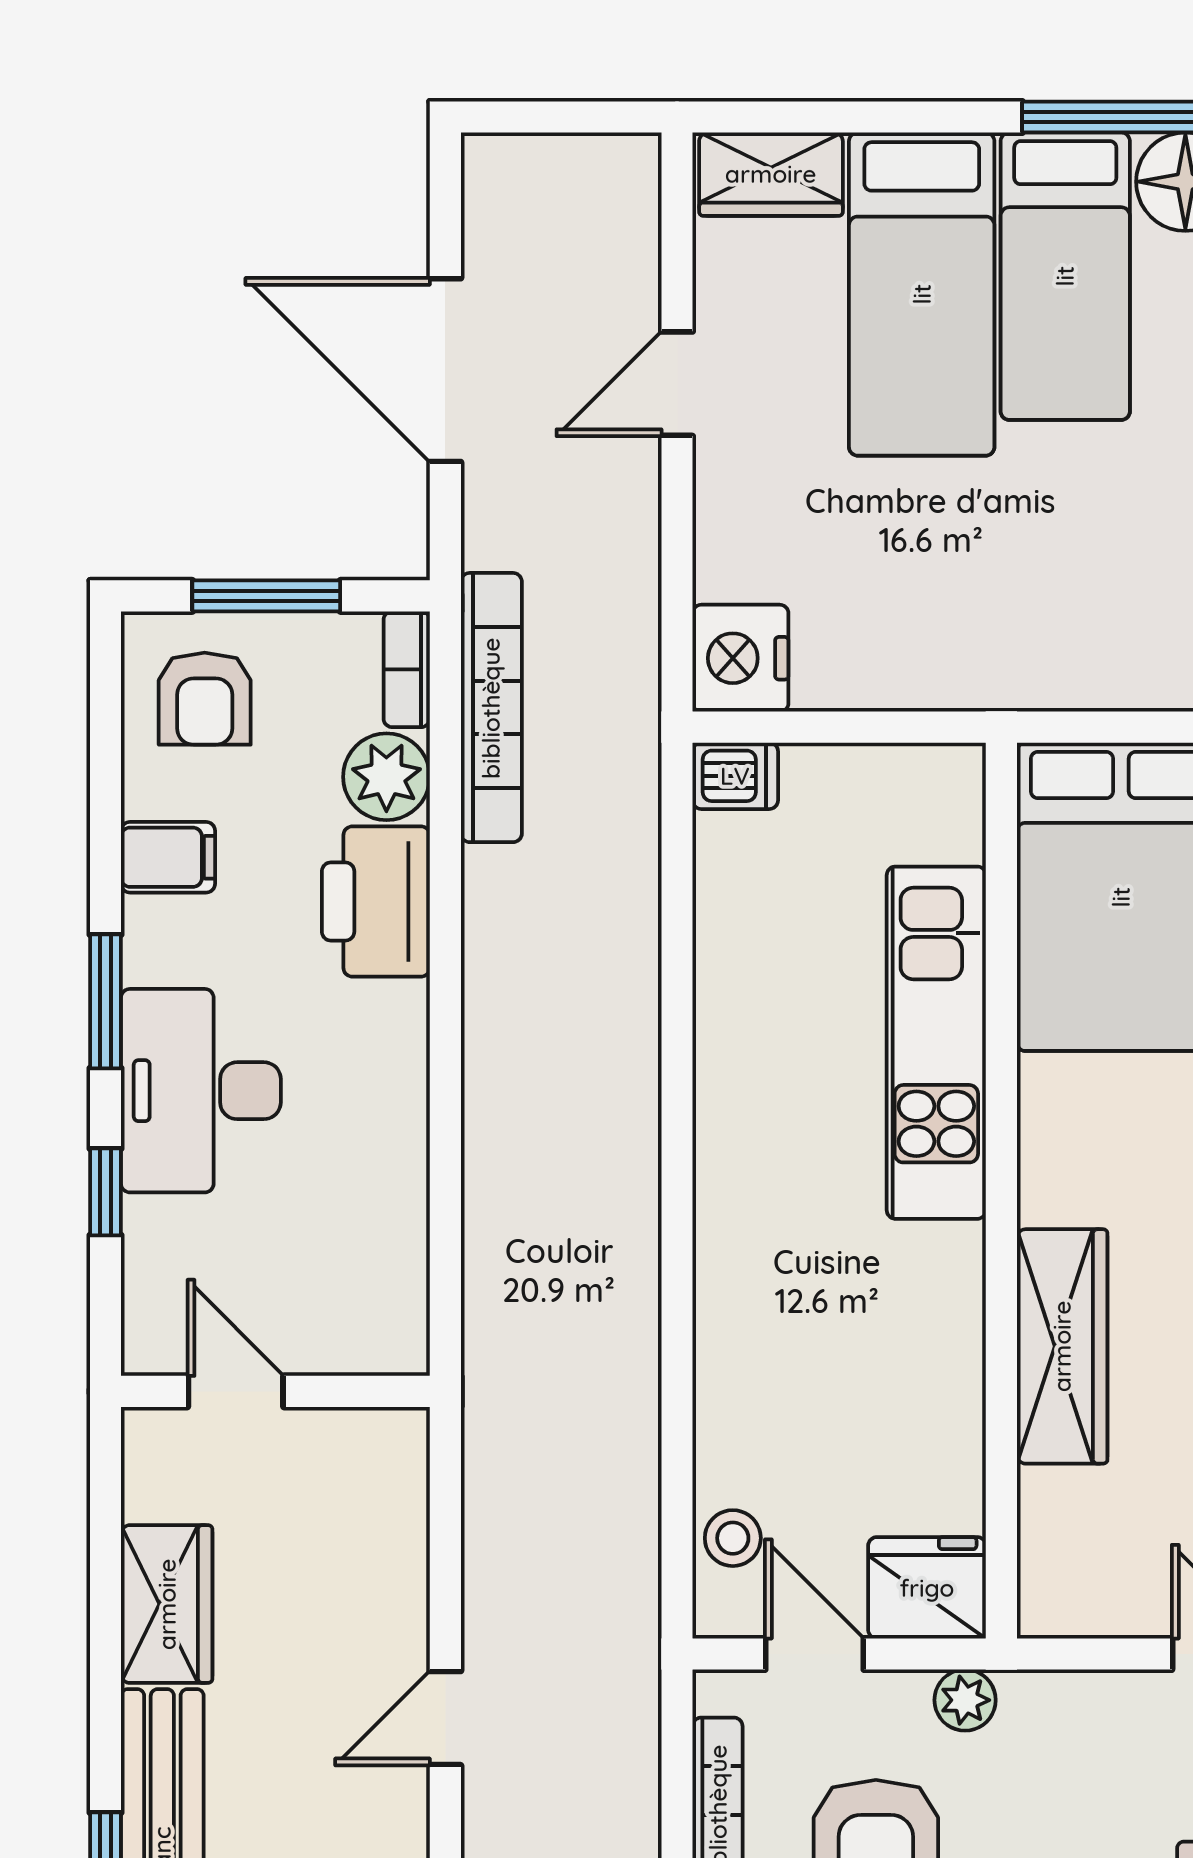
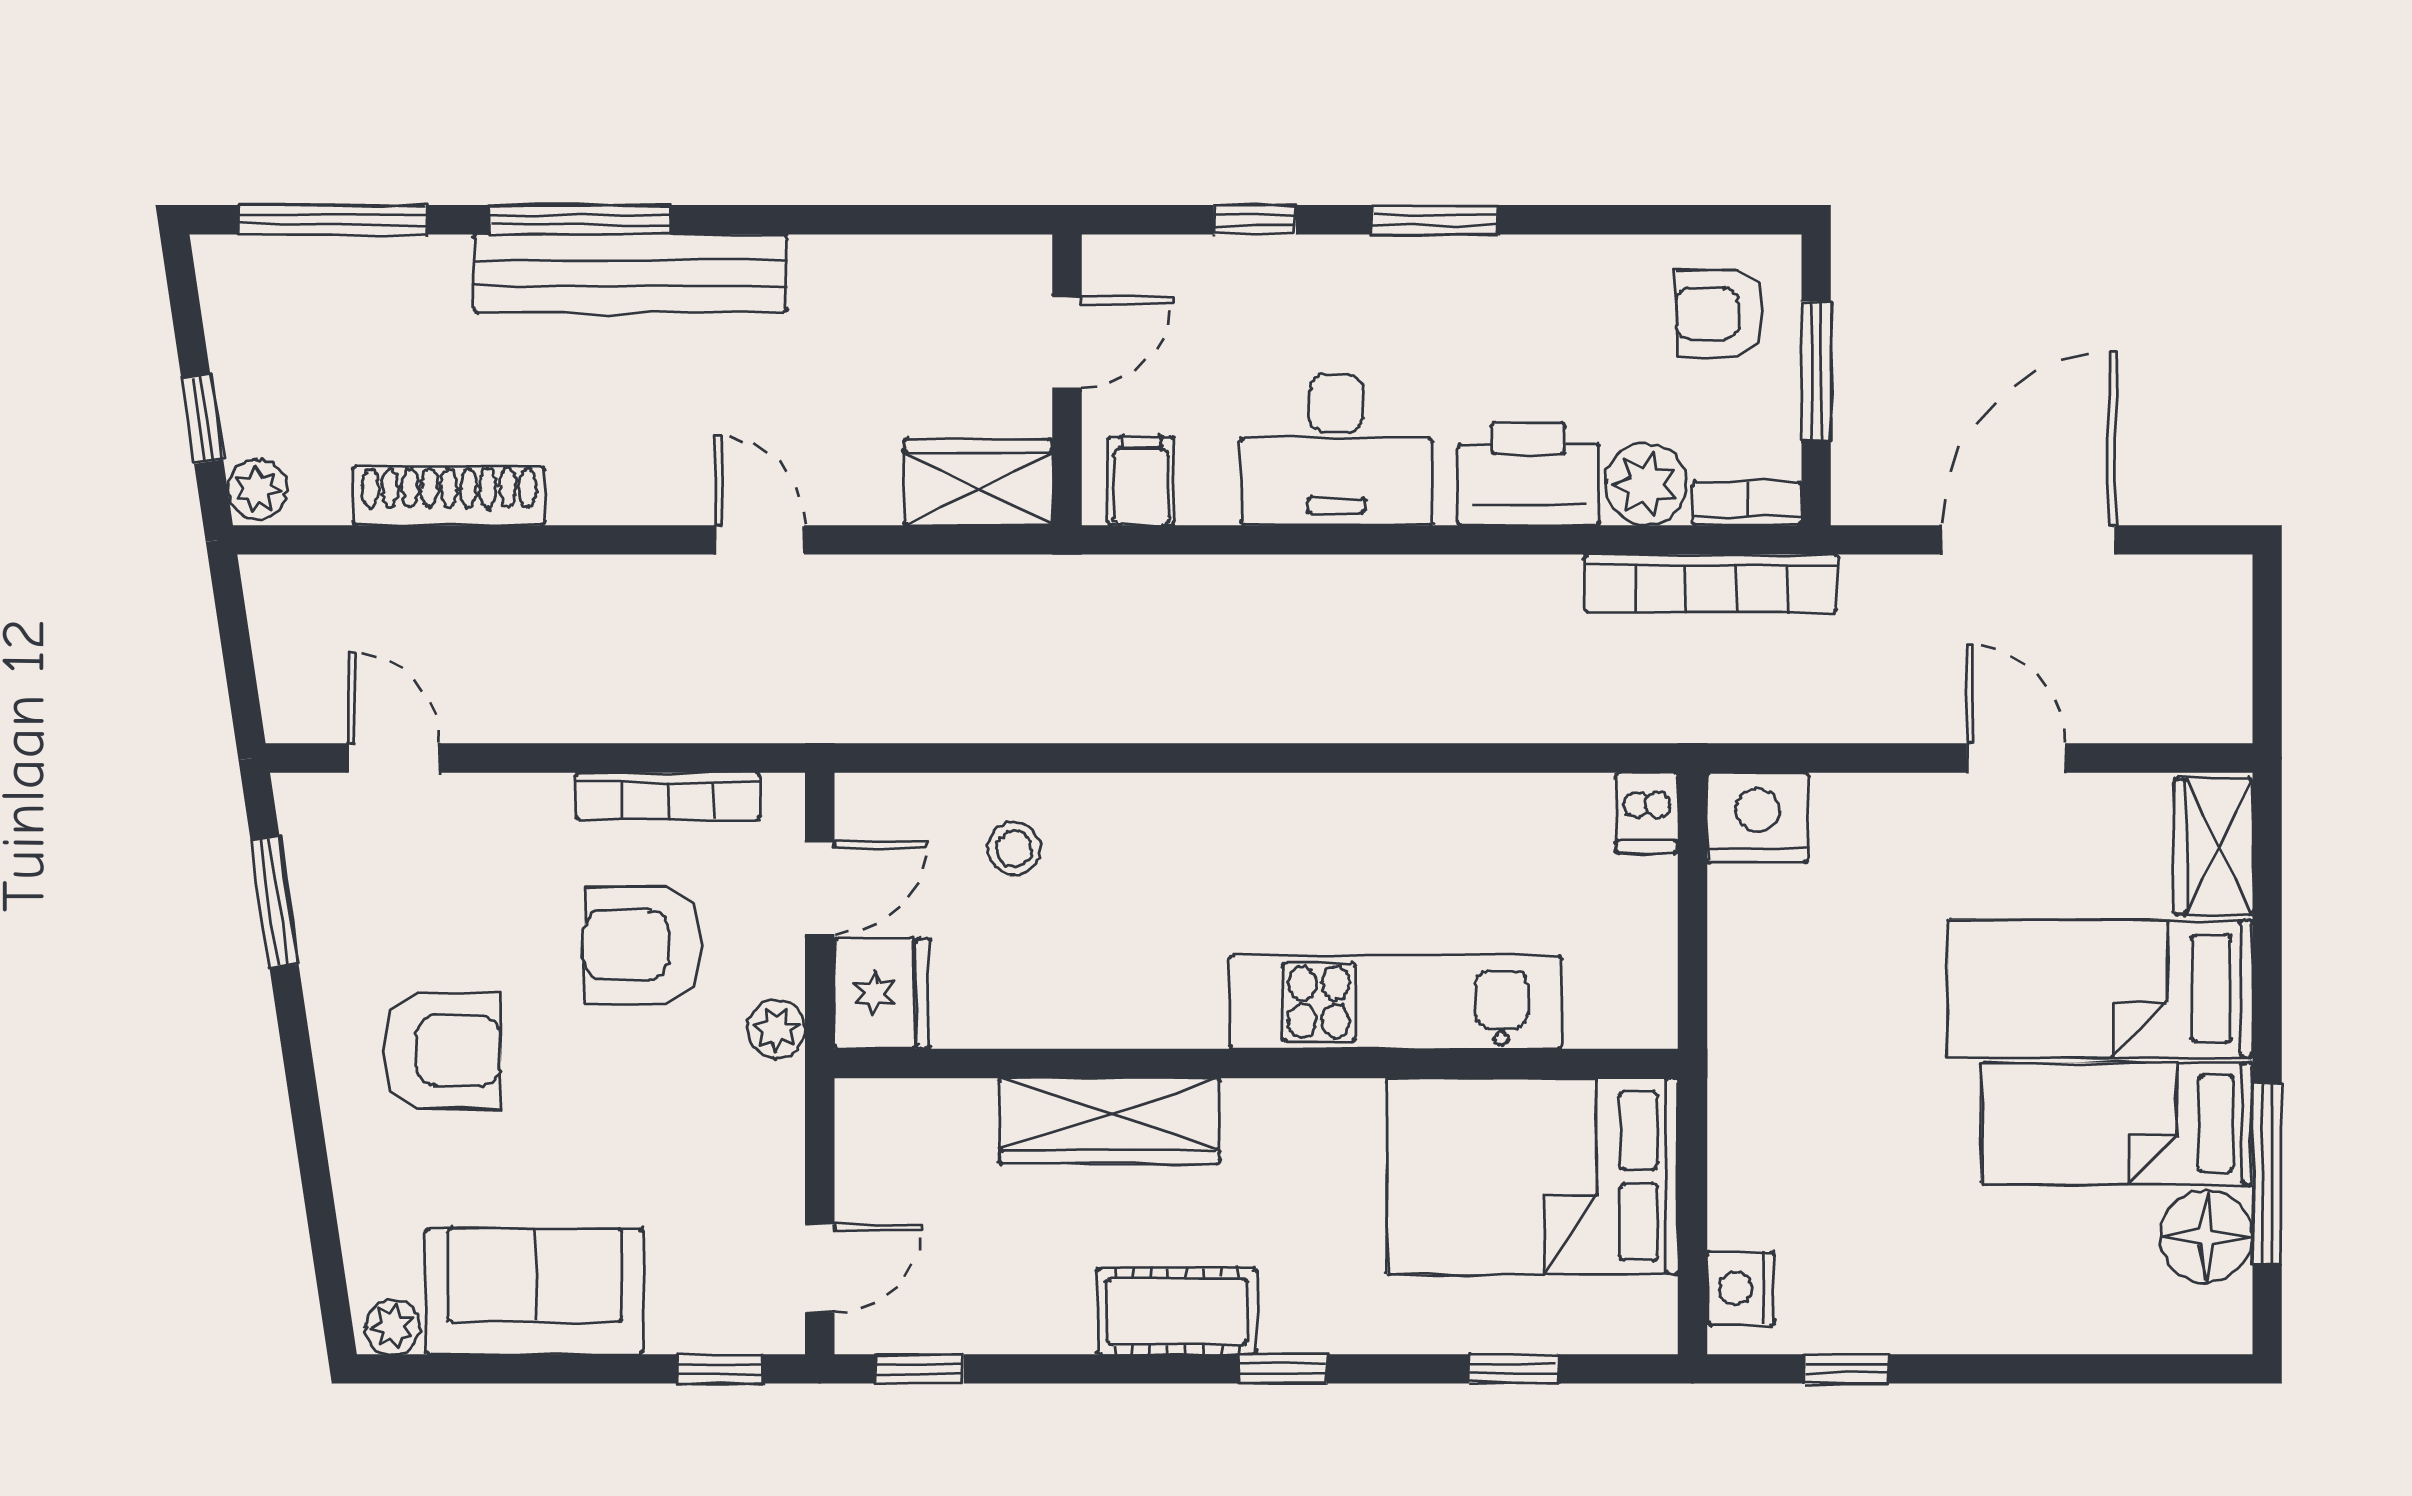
filing cabinet: (168, 857) -> (1141, 481), moved, turned 180
desk: (201, 1091) -> (1337, 450), moved, turned 180
stool: (733, 1538) -> (1014, 848), moved
wardrobe: (167, 1604) -> (978, 482), moved, turned 180

